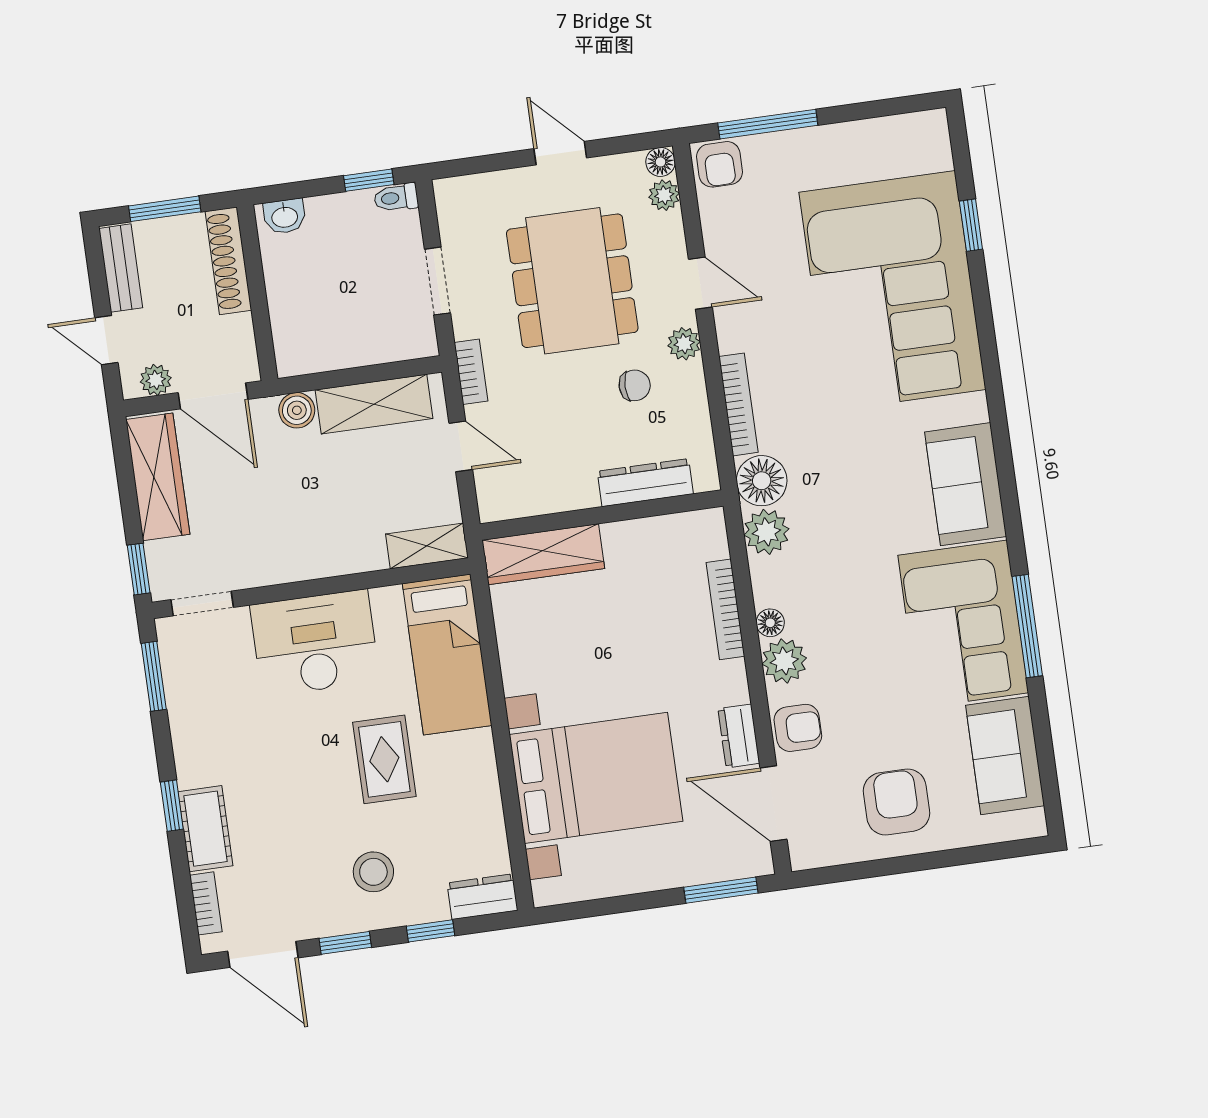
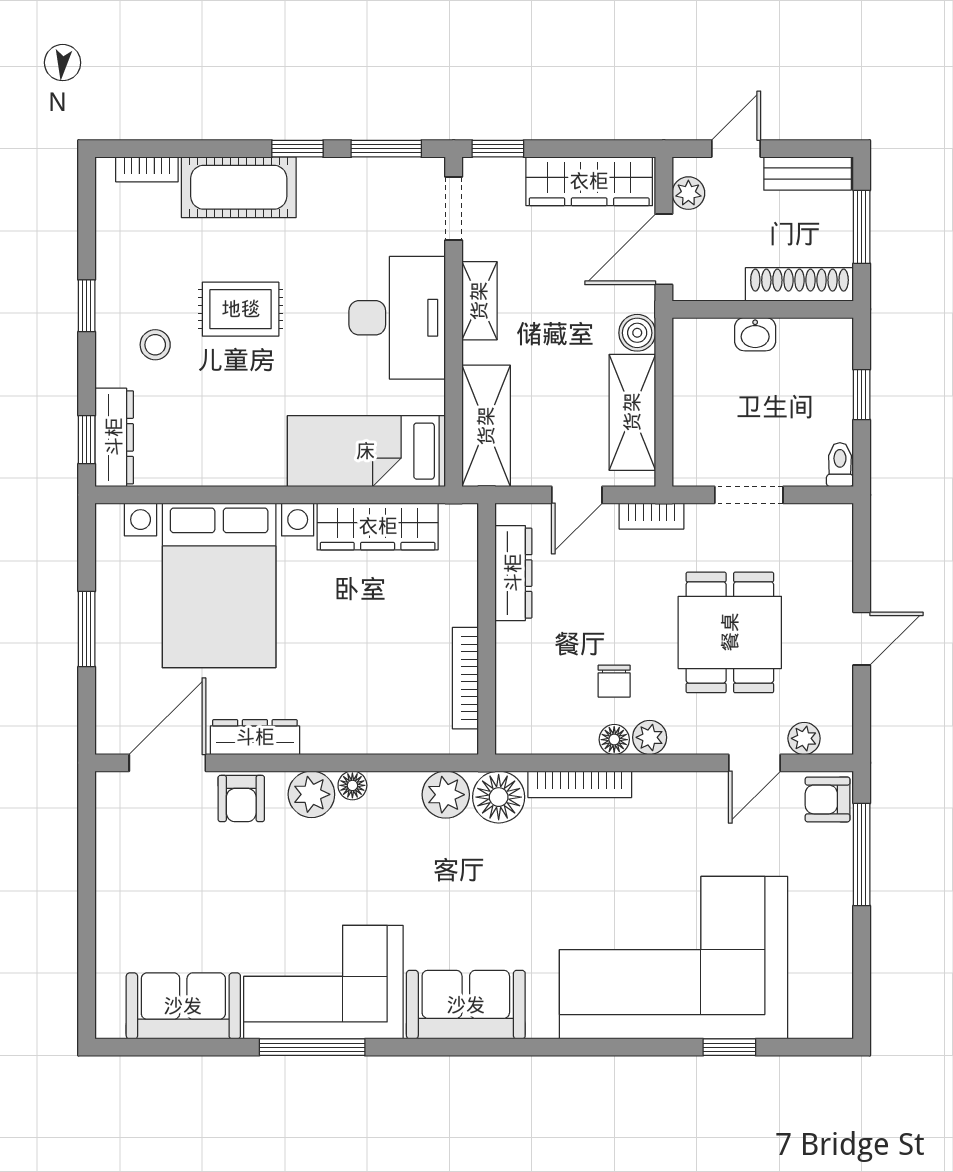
floor lamp: (660, 162) -> (614, 740), moved
window: (369, 180) -> (862, 395), moved
washbasin: (285, 216) -> (755, 334), moved, turned -90
dining table: (572, 281) -> (730, 632), width x0.73
door: (700, 283) -> (755, 763), moved
dresser: (645, 483) -> (513, 573), moved
shelving: (427, 546) -> (486, 426), width x1.50, depth x1.33
wardrobe: (543, 554) -> (378, 526), moved, turned -90
shelving: (287, 566) -> (479, 301), added
bookcase: (725, 609) -> (465, 678), moved, turned -90
dresser: (739, 736) -> (255, 737), width x1.44
rug: (384, 759) -> (241, 309), moved
armchair: (896, 802) -> (151, 889), removed
window: (172, 806) -> (297, 149), moved
cot: (205, 829) -> (239, 187), width x1.37, depth x1.34
stool: (373, 872) -> (155, 345), width x0.73, depth x0.73
window: (721, 890) -> (87, 629), moved
dresser: (482, 897) -> (114, 437), width x1.44
window: (431, 931) -> (87, 440), moved
door: (263, 954) -> (87, 220), removed

